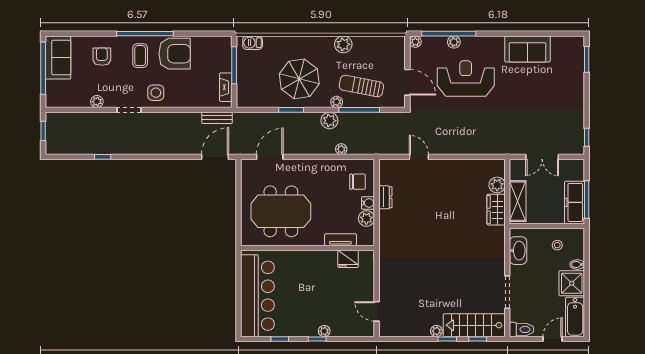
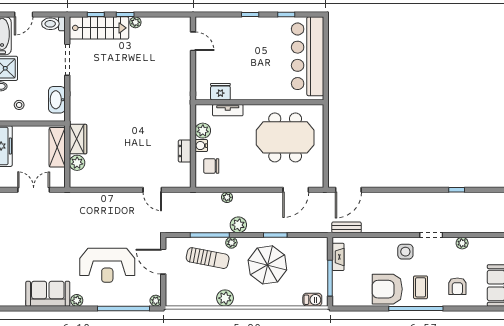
plant: (454, 42) -> (77, 300), moved
plant: (324, 331) -> (243, 22), removed

